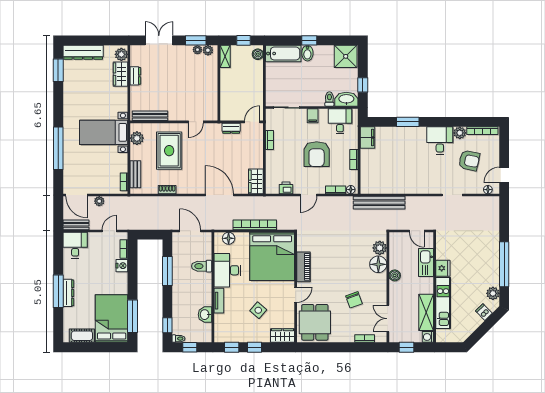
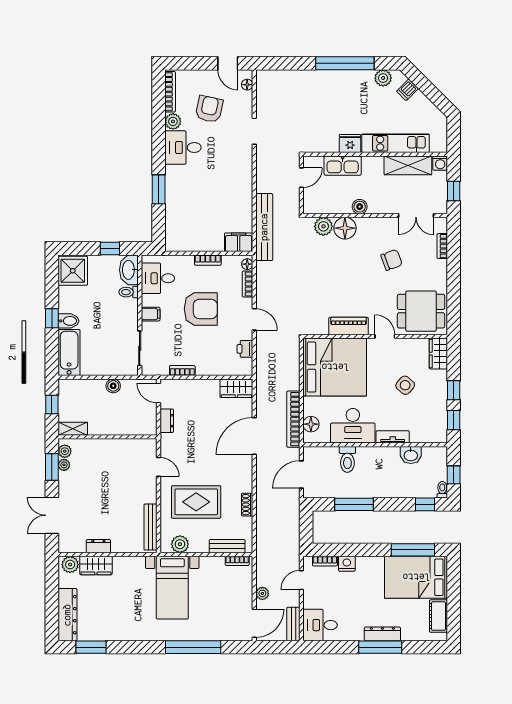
boiler: (258, 54) -> (113, 386), moved
filing cabinet: (368, 137) -> (239, 242), moved
bookcase: (255, 225) -> (293, 419), moved
door: (109, 231) -> (301, 580), hinge flipped

